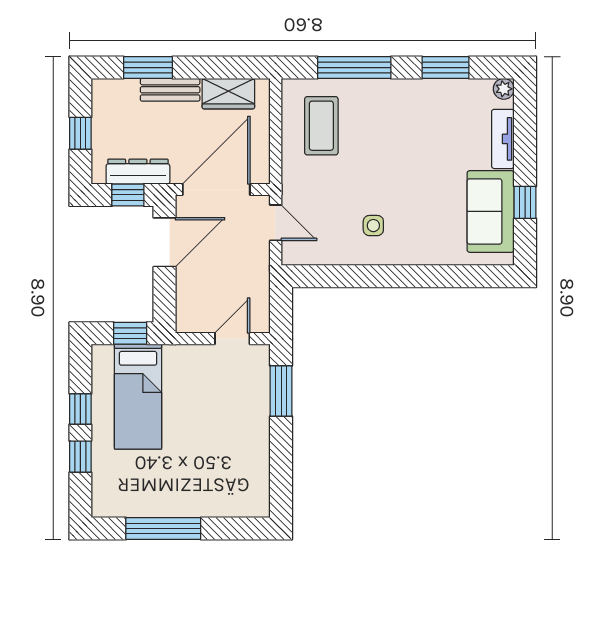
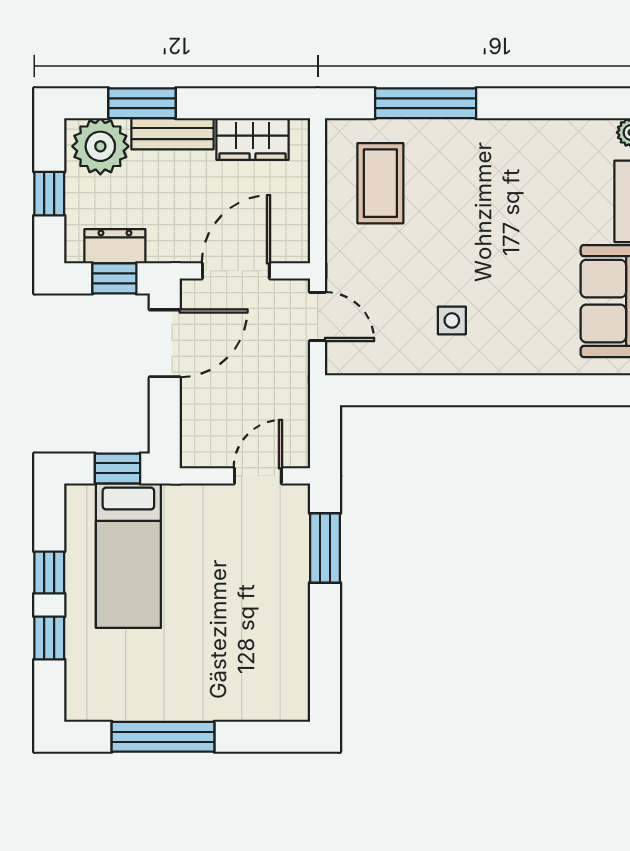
window: (445, 68) -> (551, 103), removed
plant: (118, 99) -> (100, 146), added
dresser: (138, 172) -> (115, 246), width x0.70
door: (216, 190) -> (236, 271), width x0.73

